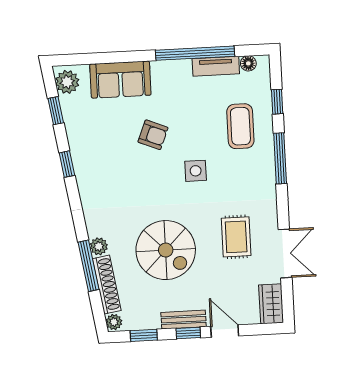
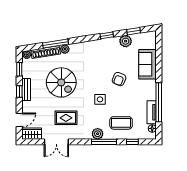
plant: (67, 82) -> (126, 41), moved
plant: (264, 172) -> (98, 134), added
spiral stairs: (166, 250) -> (61, 82), turned -90
door: (225, 331) -> (19, 120), moved

